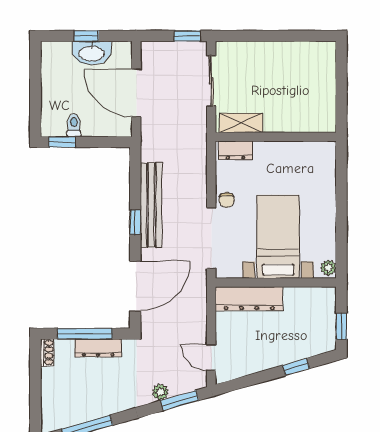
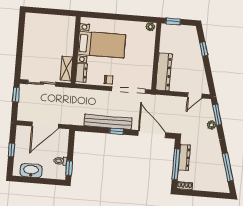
washbasin: (92, 53) -> (31, 171), moved, turned -90
bed with nightstands: (278, 237) -> (102, 45), moved, turned 180
window: (341, 326) -> (173, 21), moved

